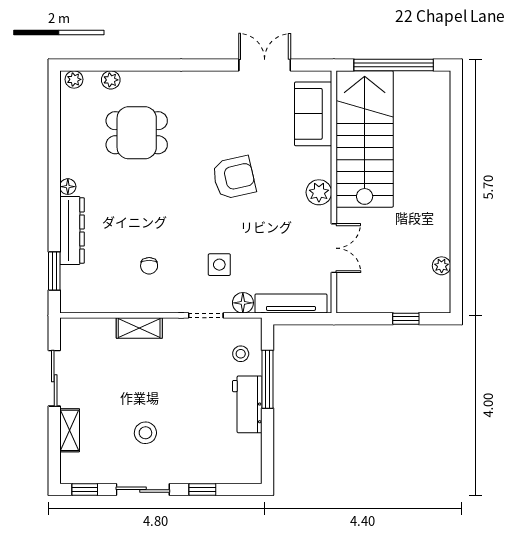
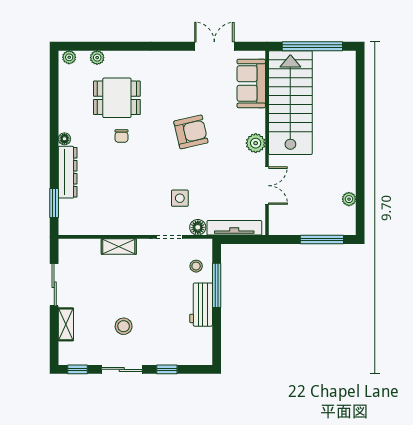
chair: (149, 266) -> (121, 136), moved
window: (406, 319) -> (322, 239), width x2.17

